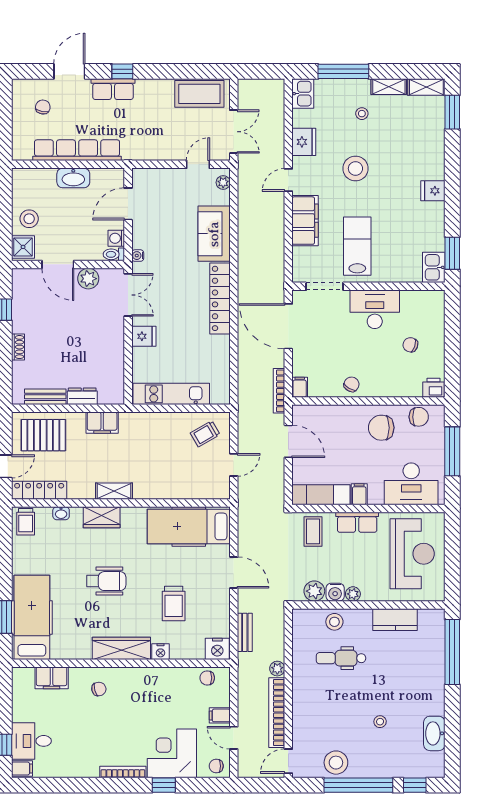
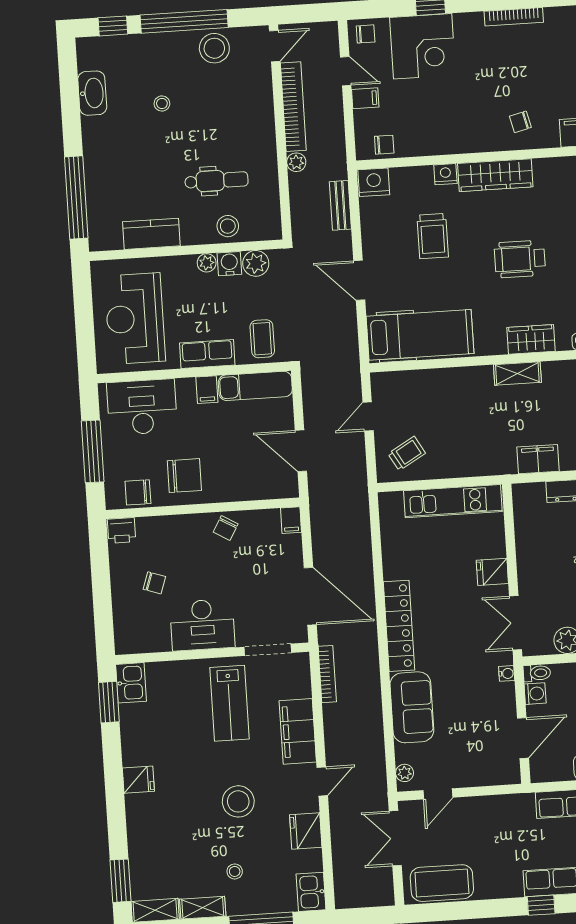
bookcase: (279, 391) -> (327, 674), moved
trolley: (174, 603) -> (433, 236), turned 180
bookcase: (123, 772) -> (514, 17), moved

